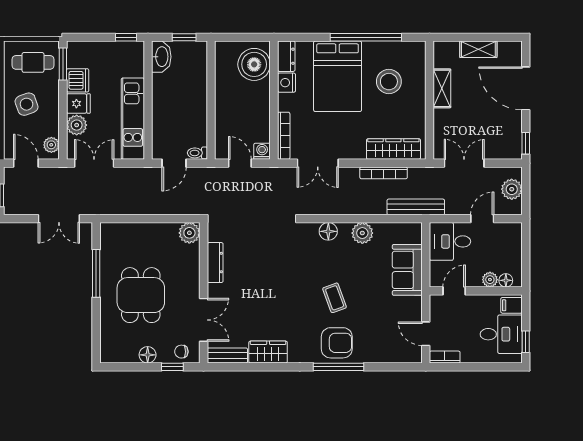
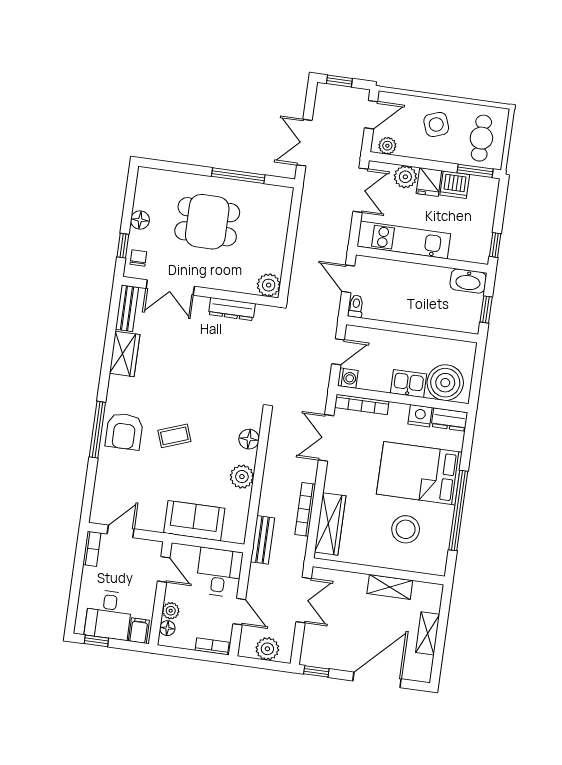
kitchen sink: (259, 97) -> (408, 384), added
bench: (416, 207) -> (263, 540), width x0.73
bookcase: (516, 238) -> (212, 646), added

